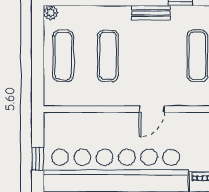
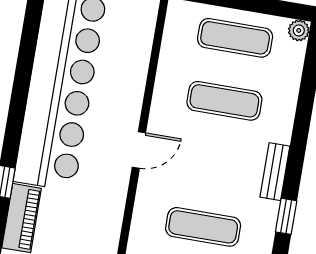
door: (152, 109) -> (139, 150), swing flipped

